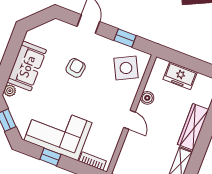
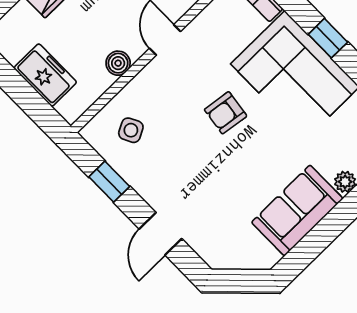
armchair: (76, 68) -> (226, 113), moved
side table: (126, 68) -> (131, 130), width x0.54, depth x0.54

